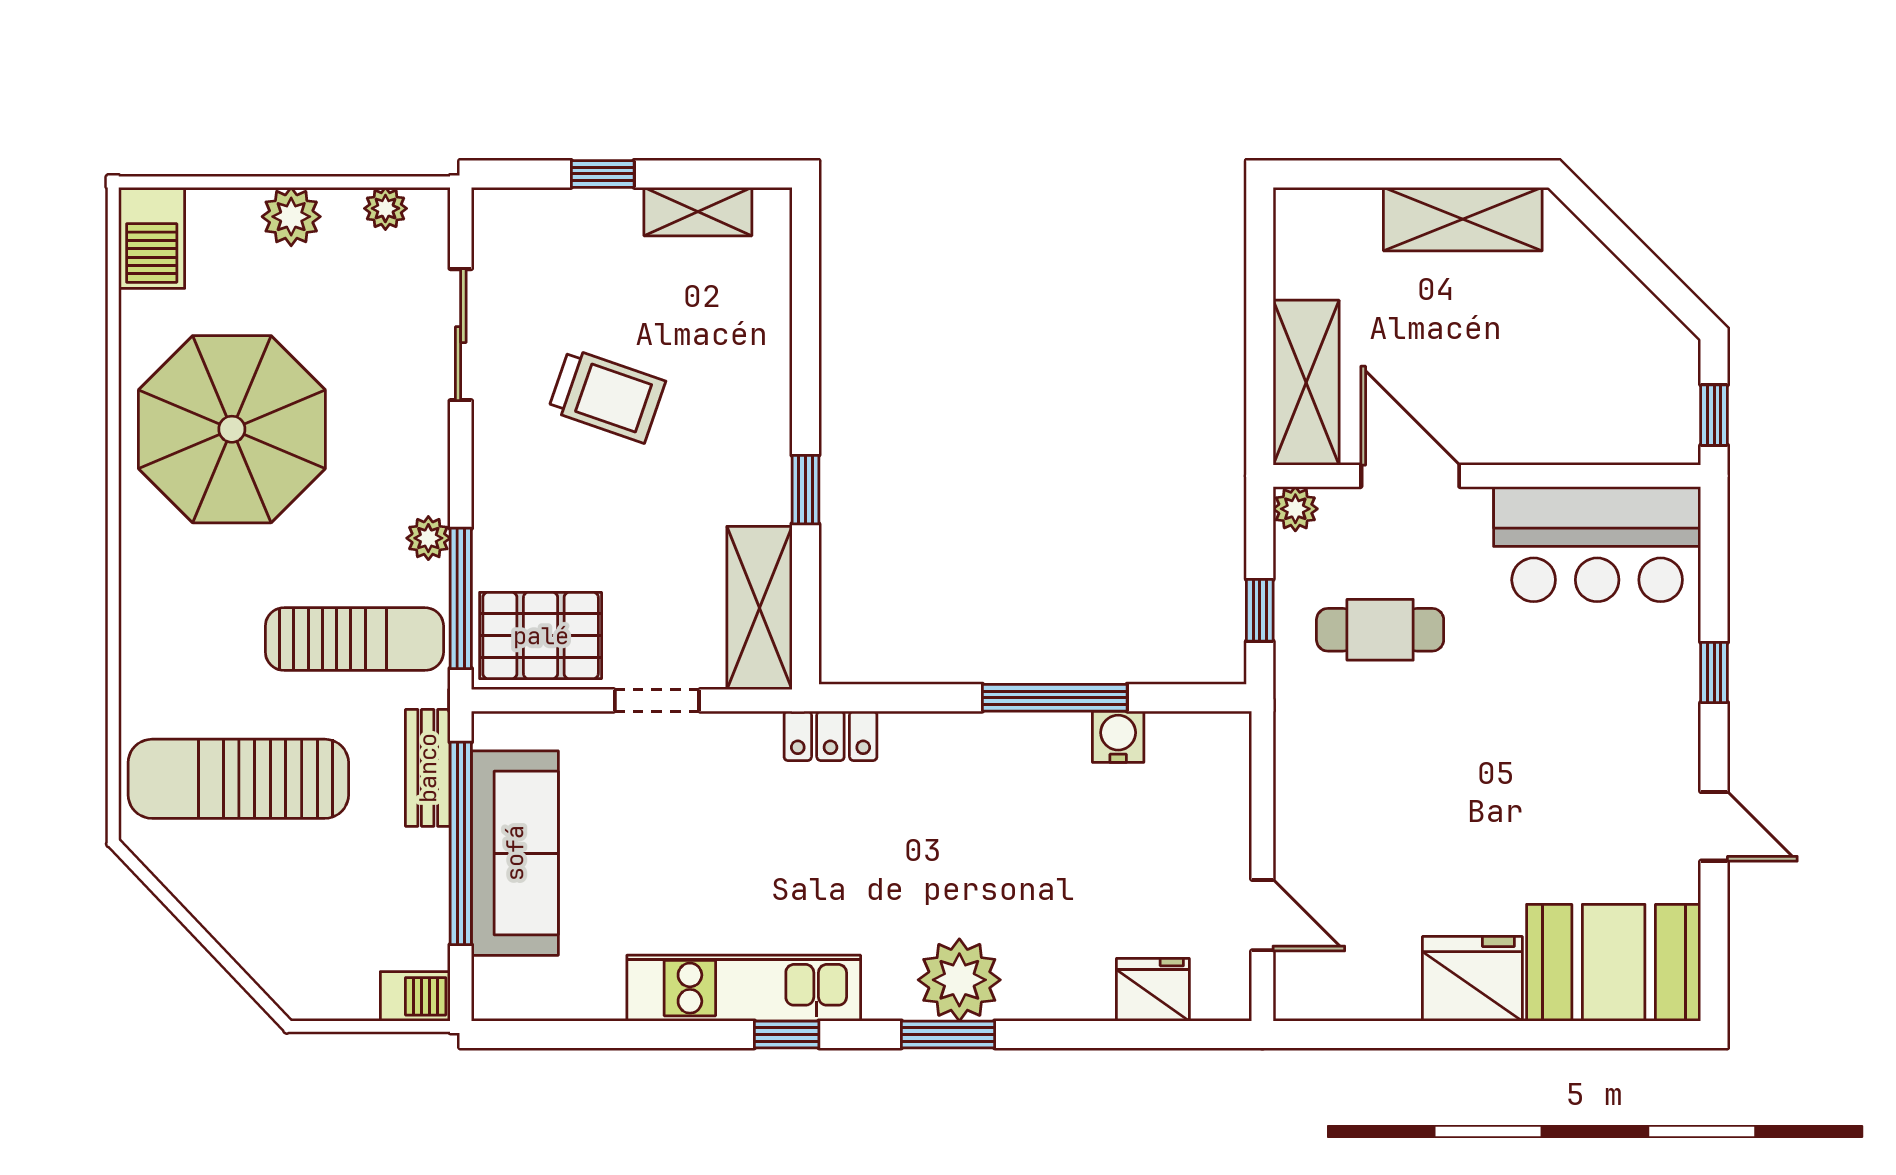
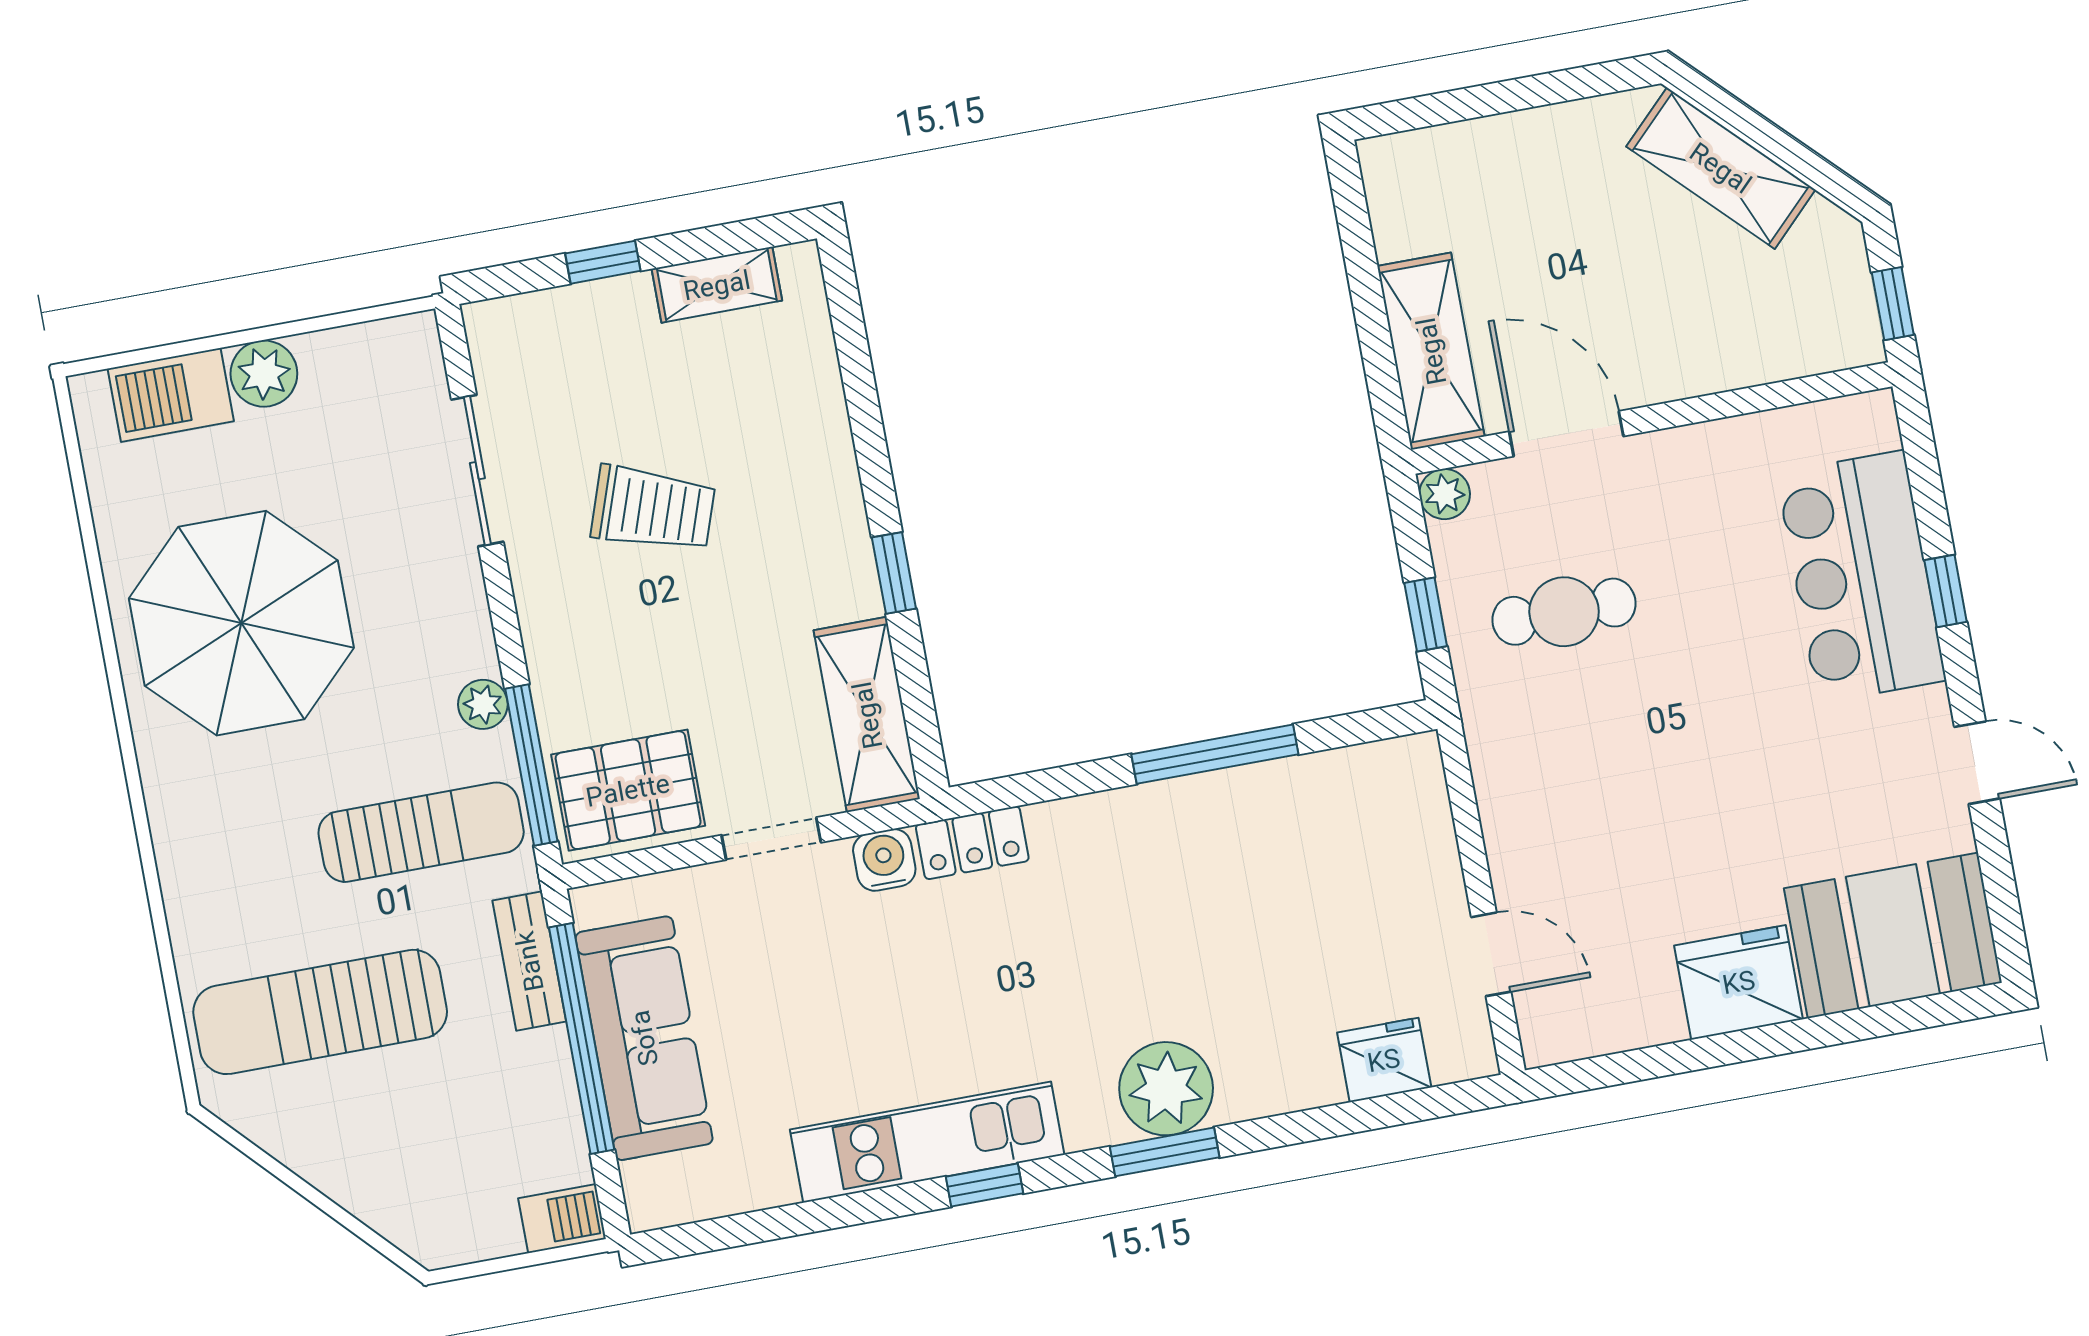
plant: (385, 208) -> (368, 345), removed
shelving: (1463, 219) -> (1721, 168), moved, turned 45
barbecue: (152, 238) -> (171, 395), moved, turned 90
bar counter: (1597, 544) -> (1861, 577), moved, turned 90
water cooler: (1118, 737) -> (884, 860), moved

